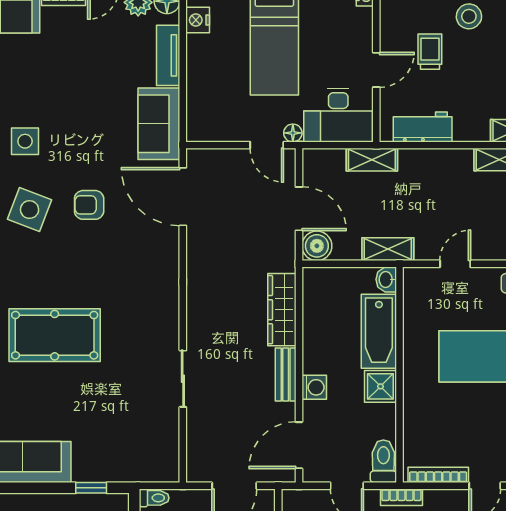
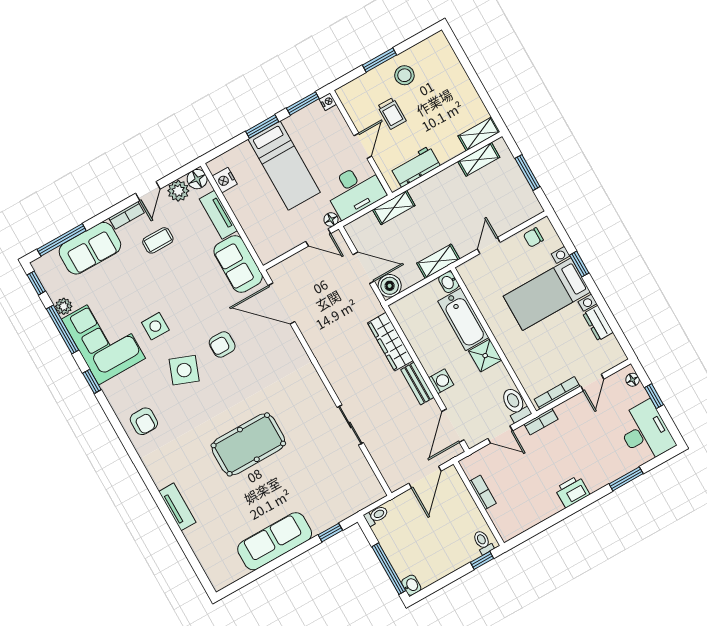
coffee table: (83, 46) -> (158, 240), added
trolley: (430, 52) -> (392, 113), turned 180

